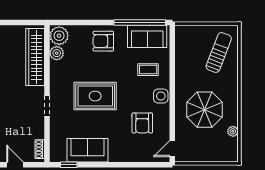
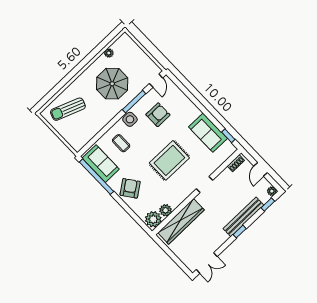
armchair: (103, 41) -> (130, 188), turned -126
rug: (95, 96) -> (169, 160), turned 90
window: (172, 114) -> (134, 102), added
door: (172, 149) -> (156, 81), hinge flipped

